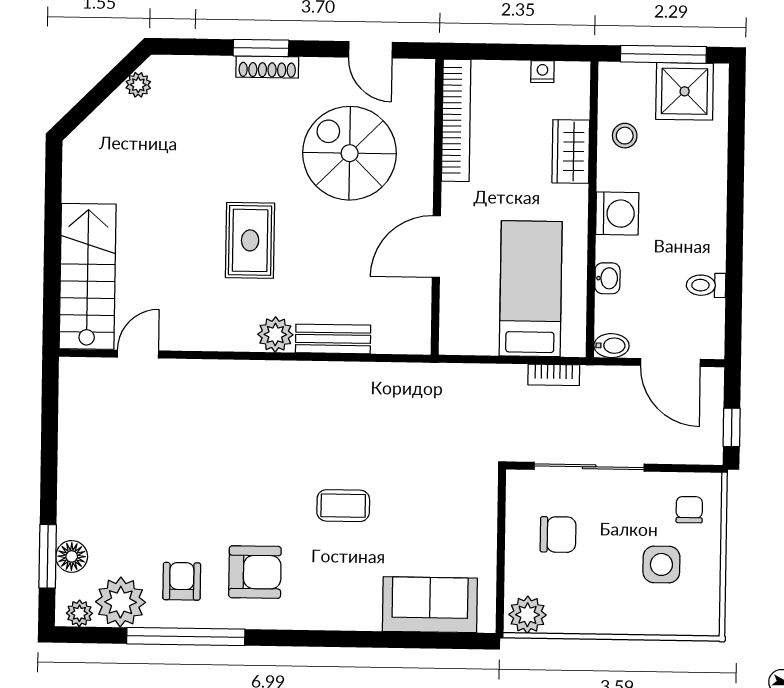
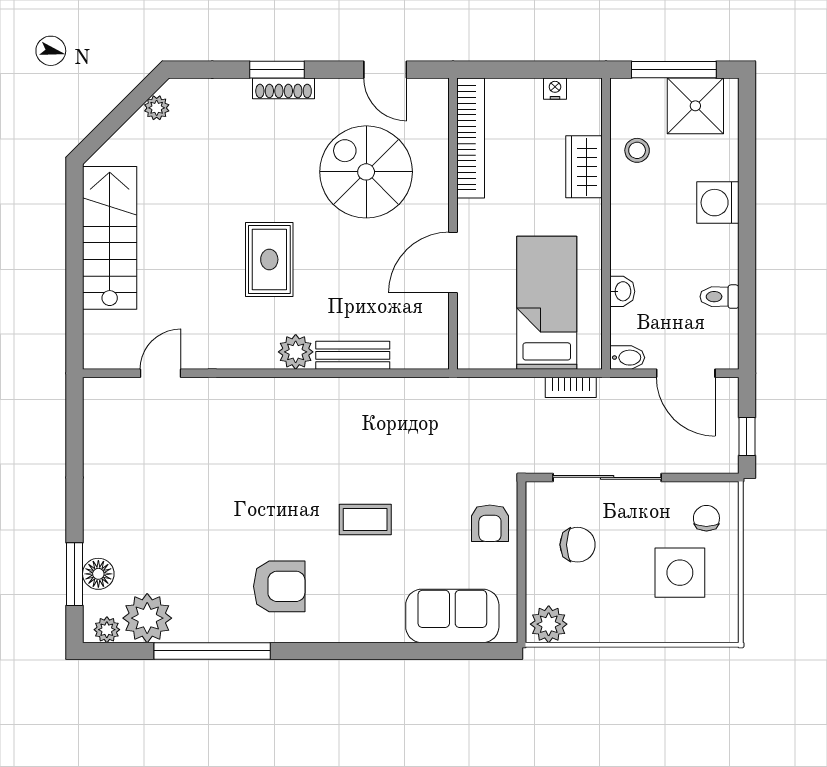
washing machine: (617, 214) -> (718, 203), moved, turned 180
stairs: (88, 276) -> (110, 238), moved
side table: (661, 564) -> (680, 573), width x1.37, depth x1.37
armchair: (182, 581) -> (490, 523), moved, turned 180

